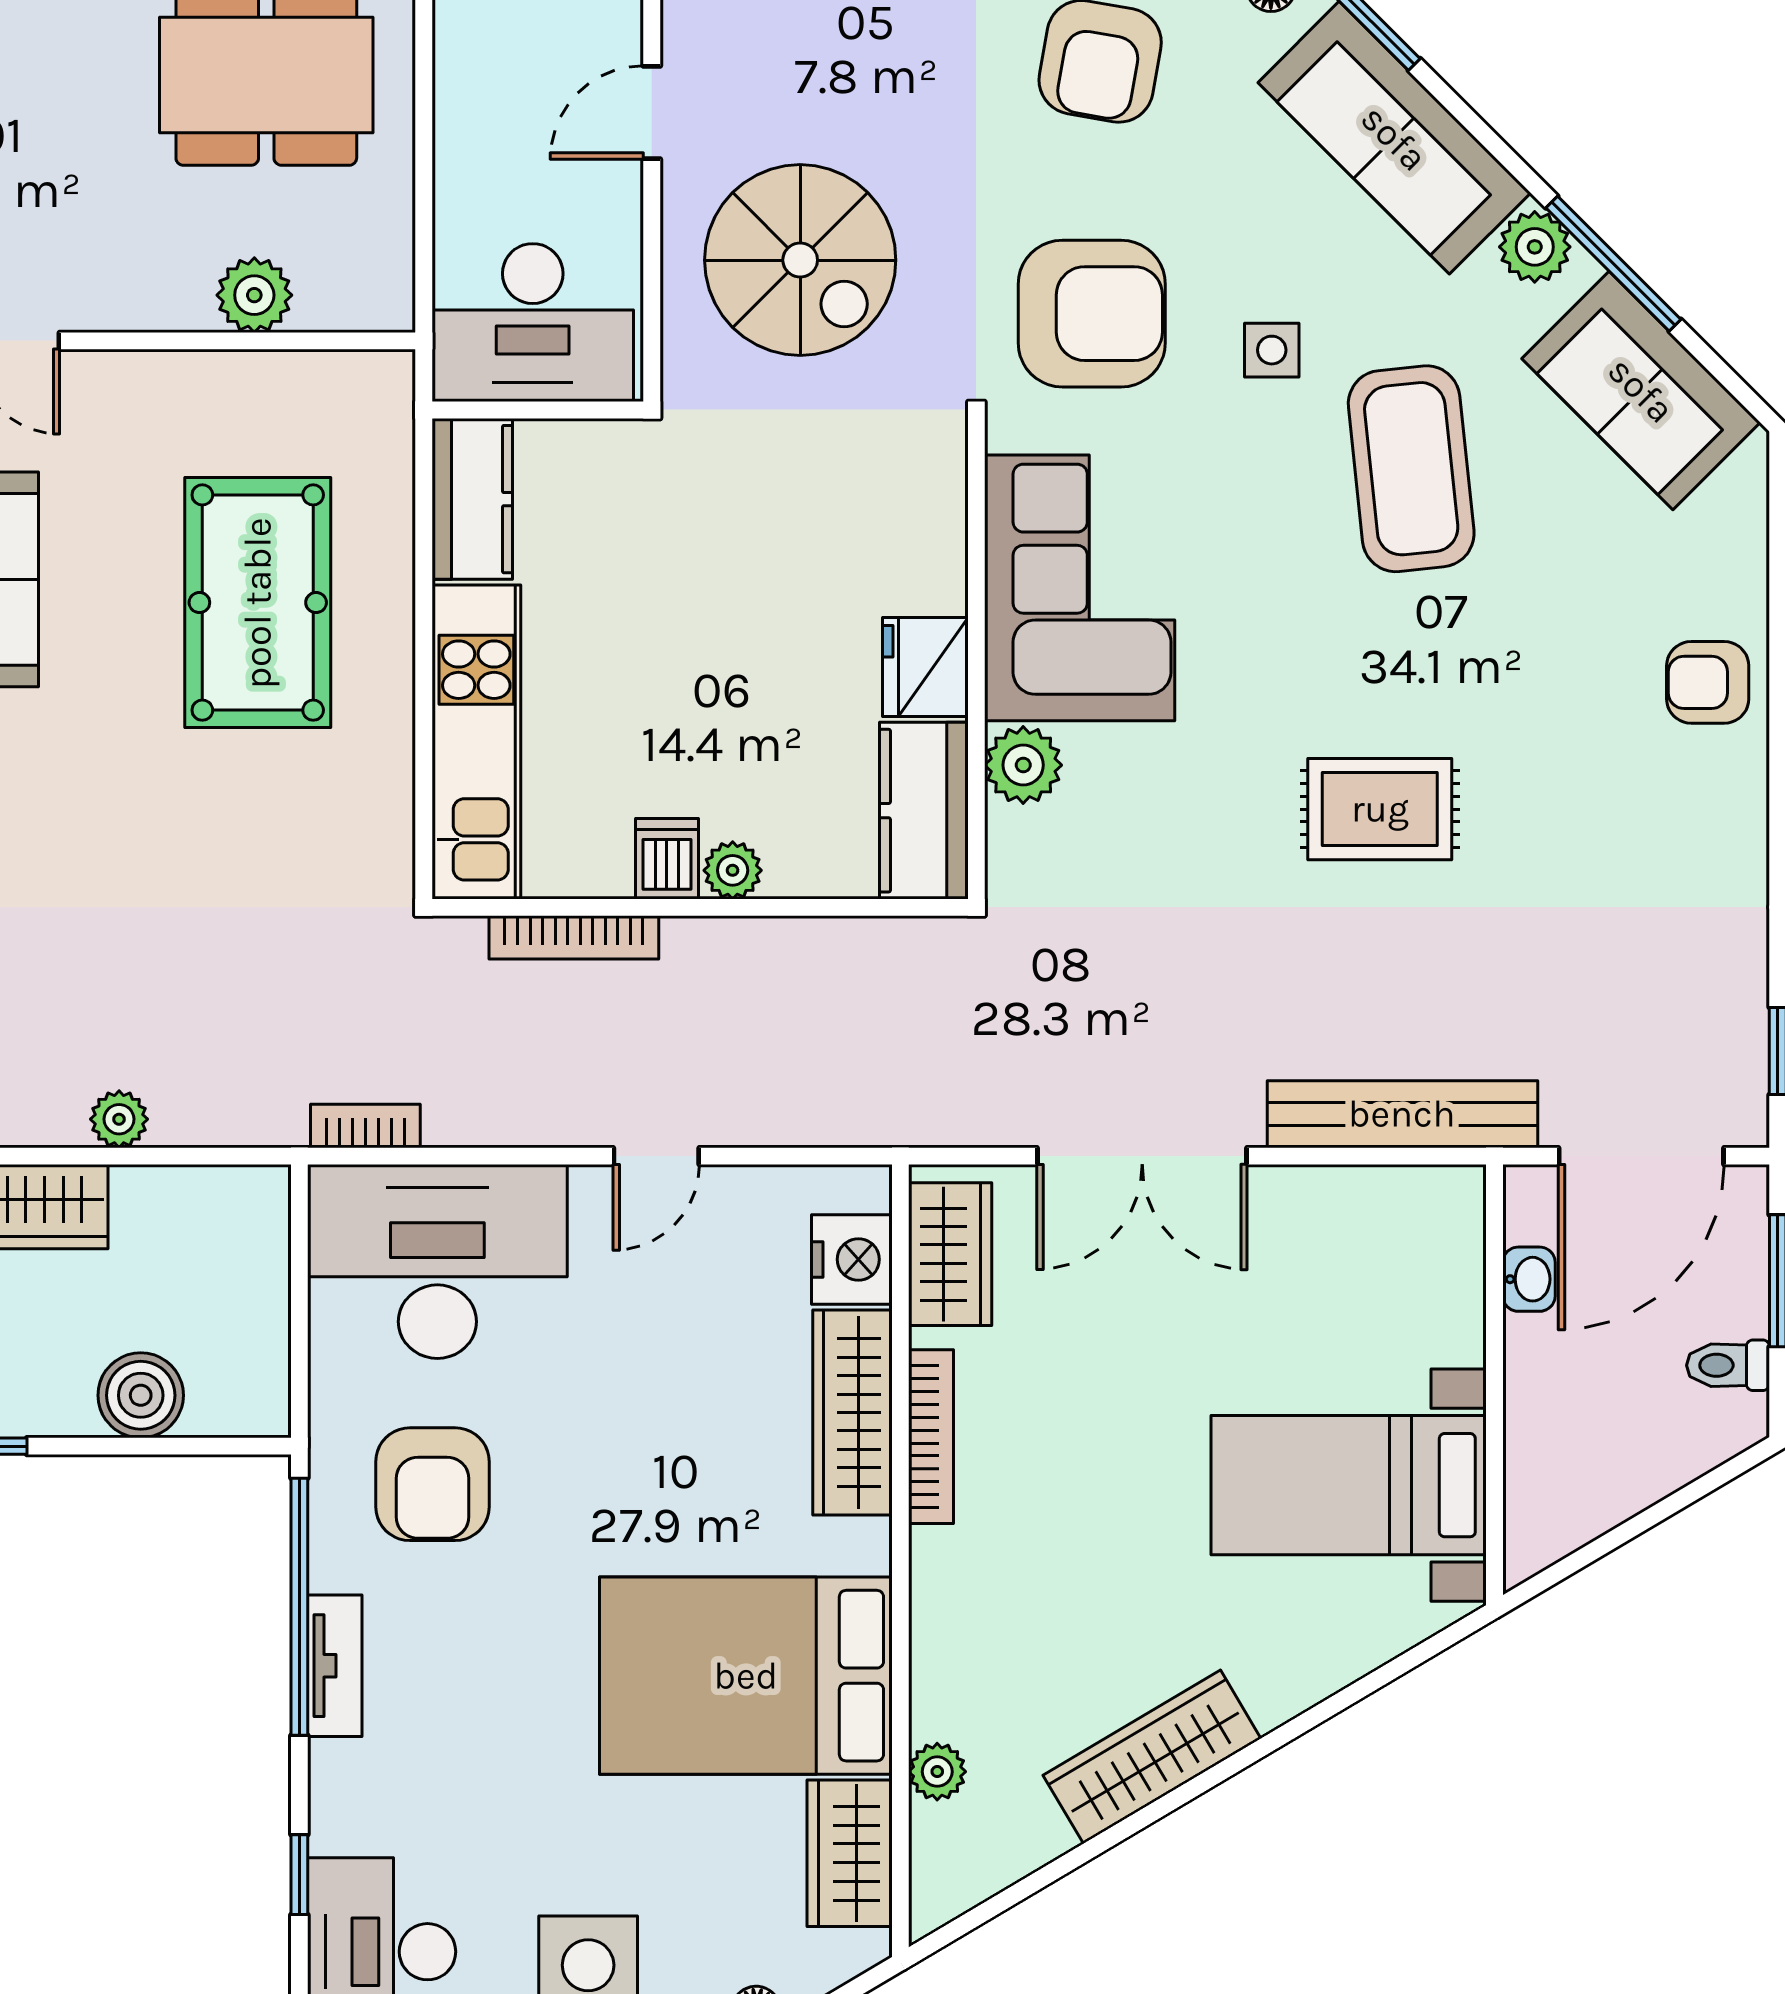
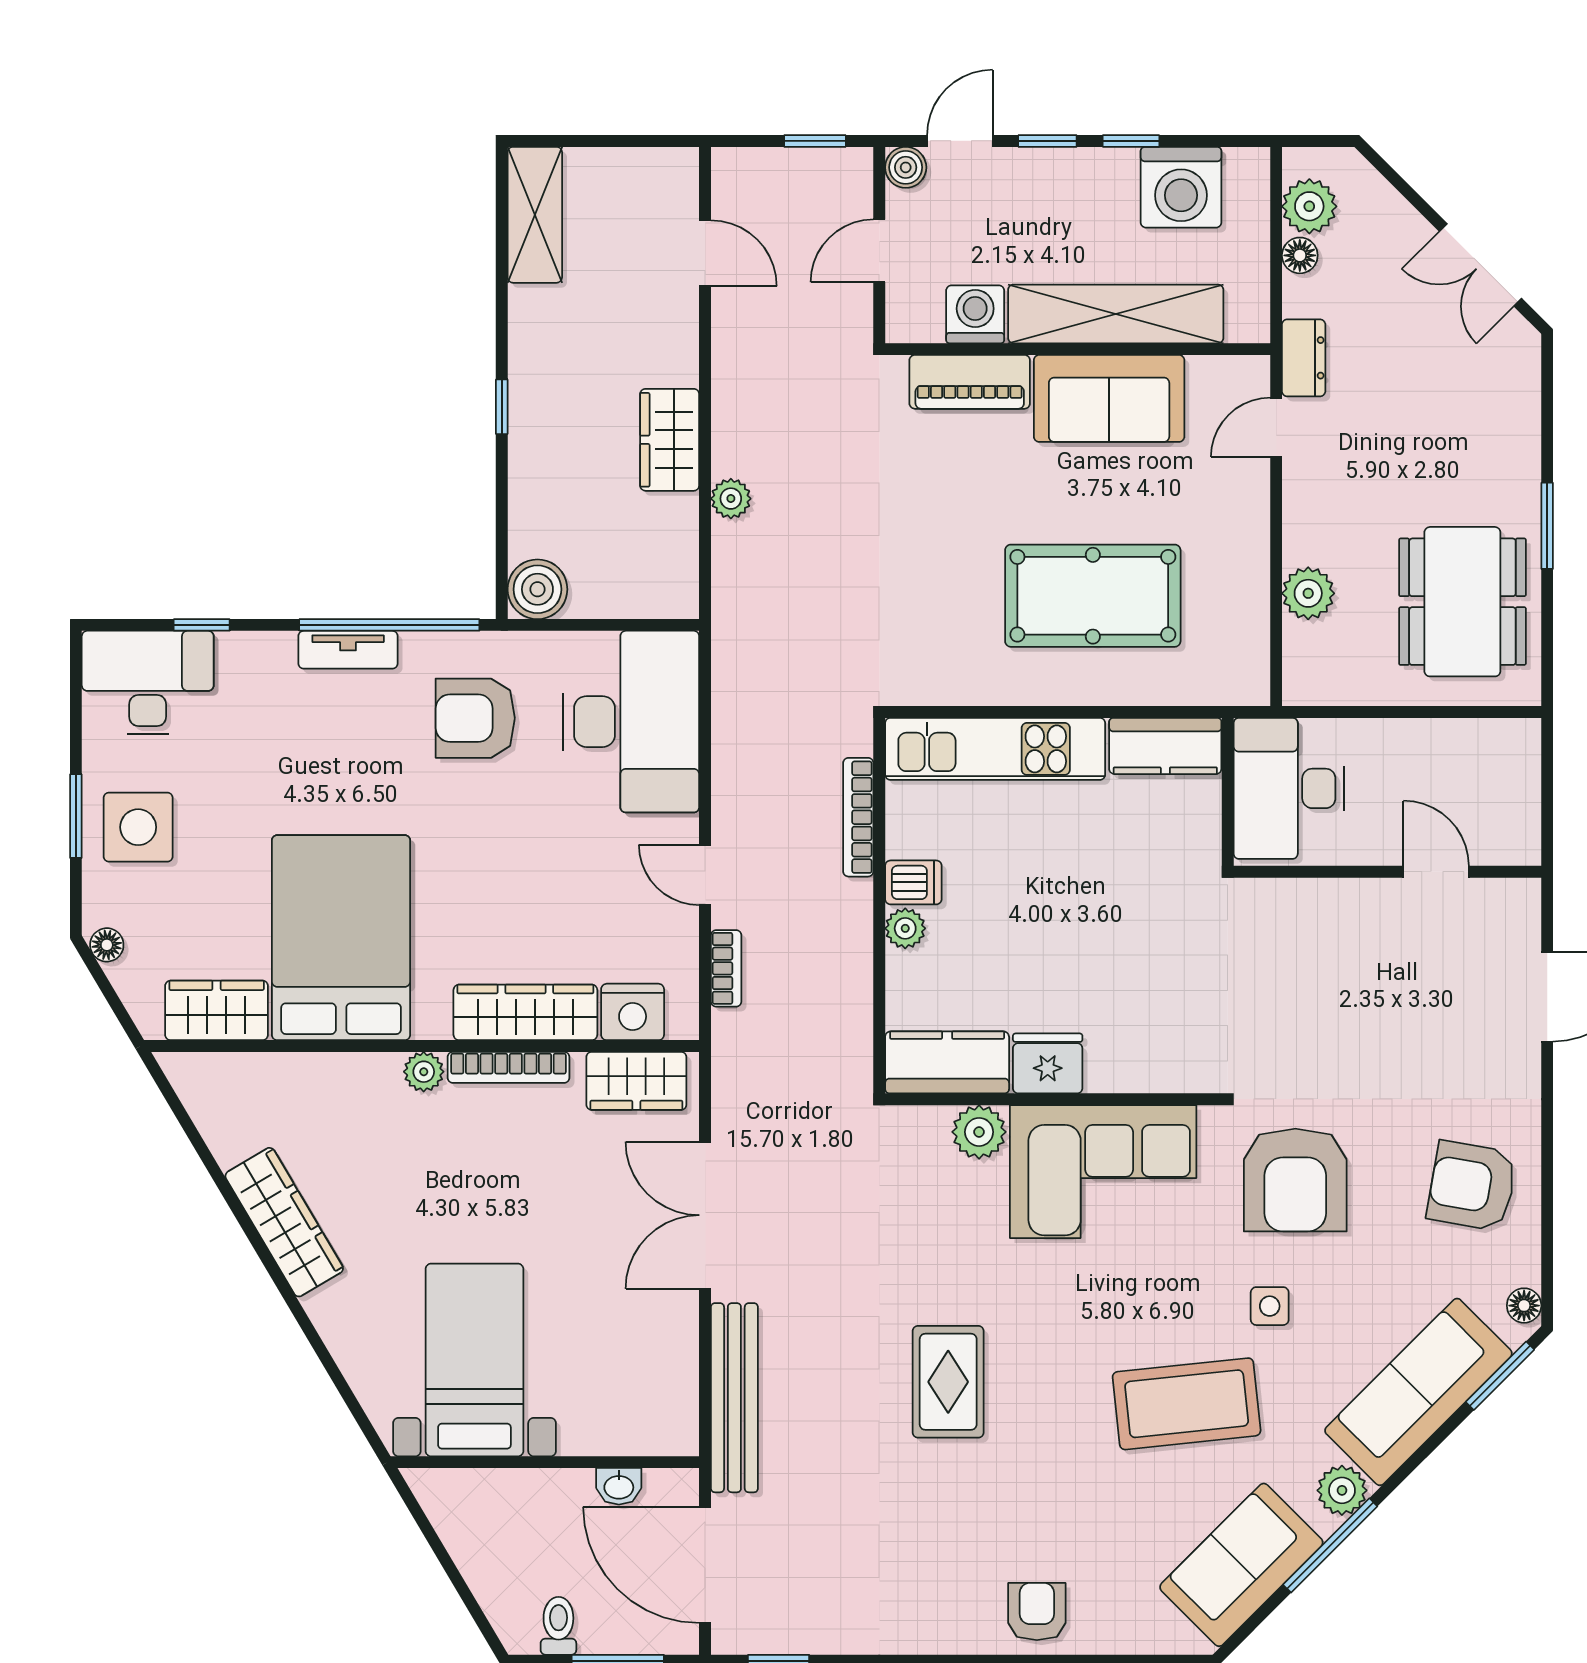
spiral stairs: (800, 260) -> (1333, 976), removed
bookcase: (365, 1126) -> (726, 968), moved
boiler: (141, 1395) -> (537, 589), moved
plant: (937, 1772) -> (424, 1072), moved

